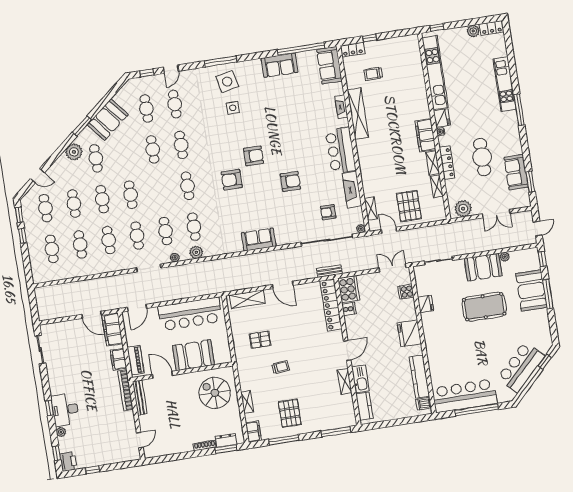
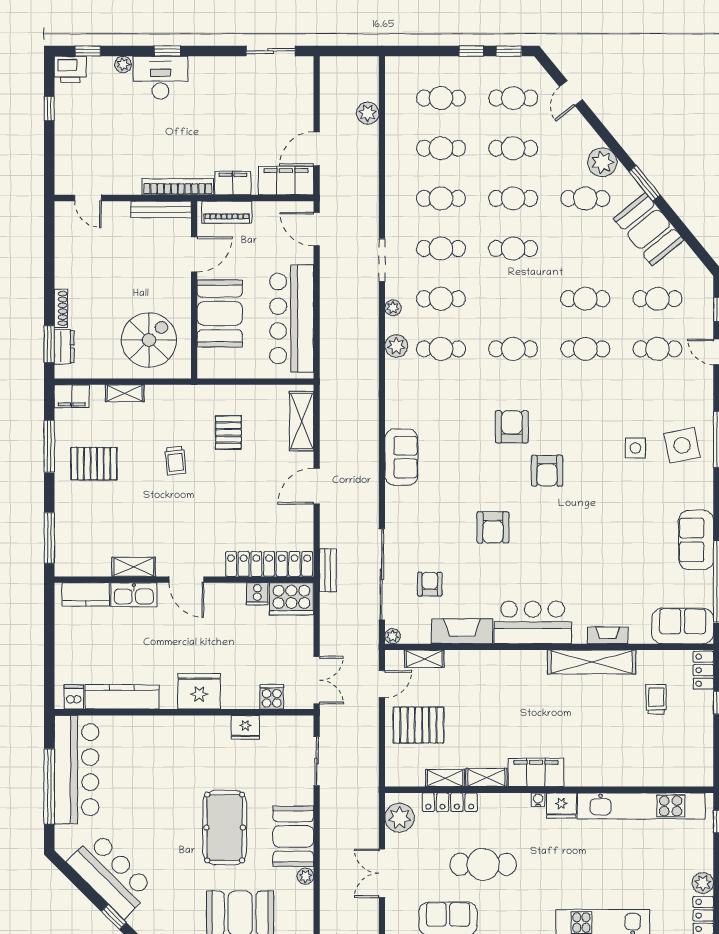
locker: (447, 163) -> (450, 802), moved
plant: (67, 289) -> (368, 113), added

